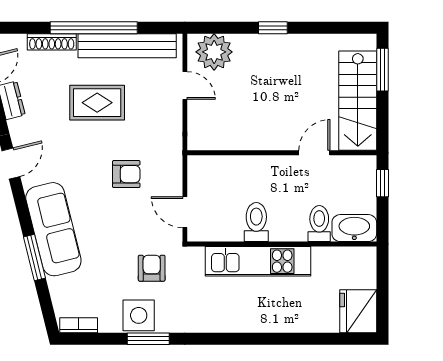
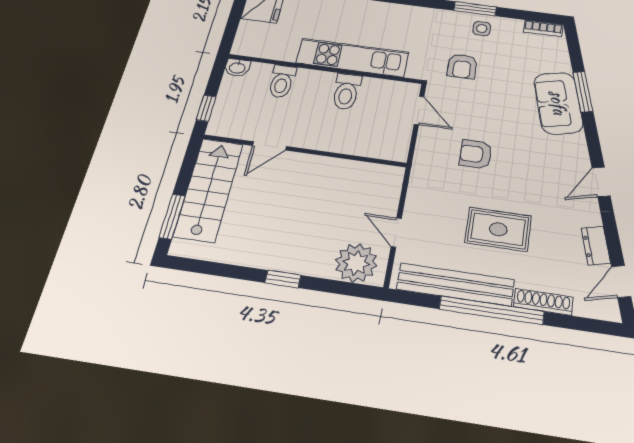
washbasin: (354, 228) -> (237, 68), width x0.52, depth x0.69
sofa: (53, 229) -> (558, 103), width x0.73
side table: (139, 315) -> (482, 29), width x0.54, depth x0.54

